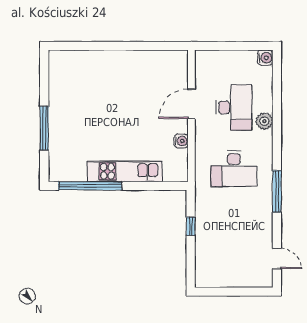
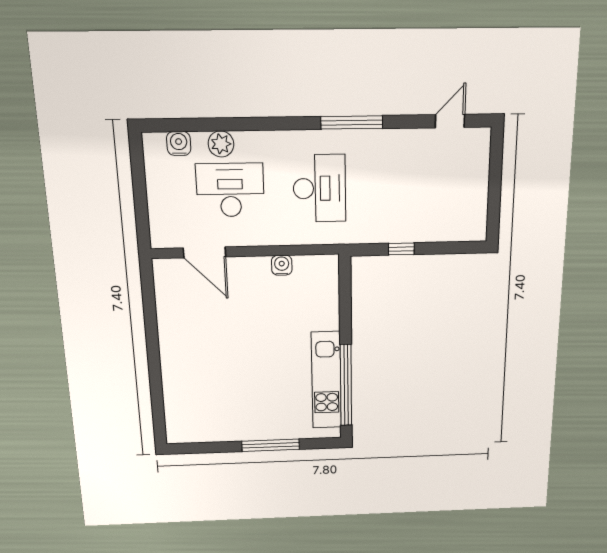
water cooler: (265, 58) -> (179, 143), moved
door: (191, 104) -> (204, 252), moved
plant: (264, 121) -> (221, 144), moved
kitchen unit: (125, 171) -> (326, 380), moved

